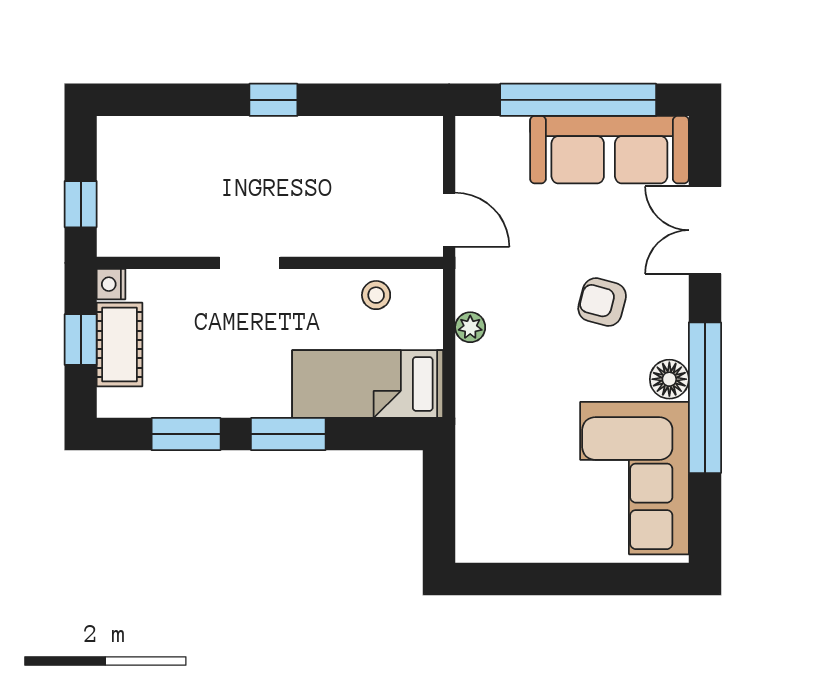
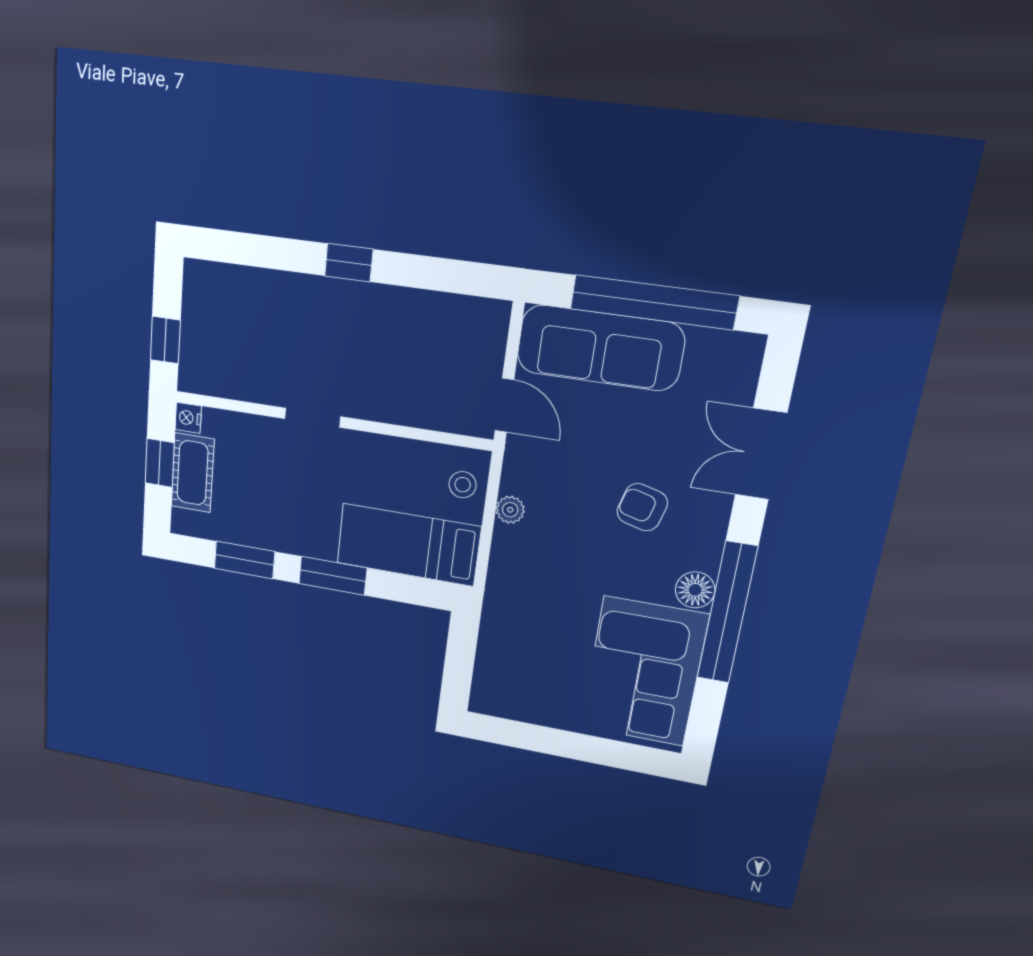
sofa: (609, 150) -> (600, 348), moved
stool: (376, 295) -> (463, 485), moved

